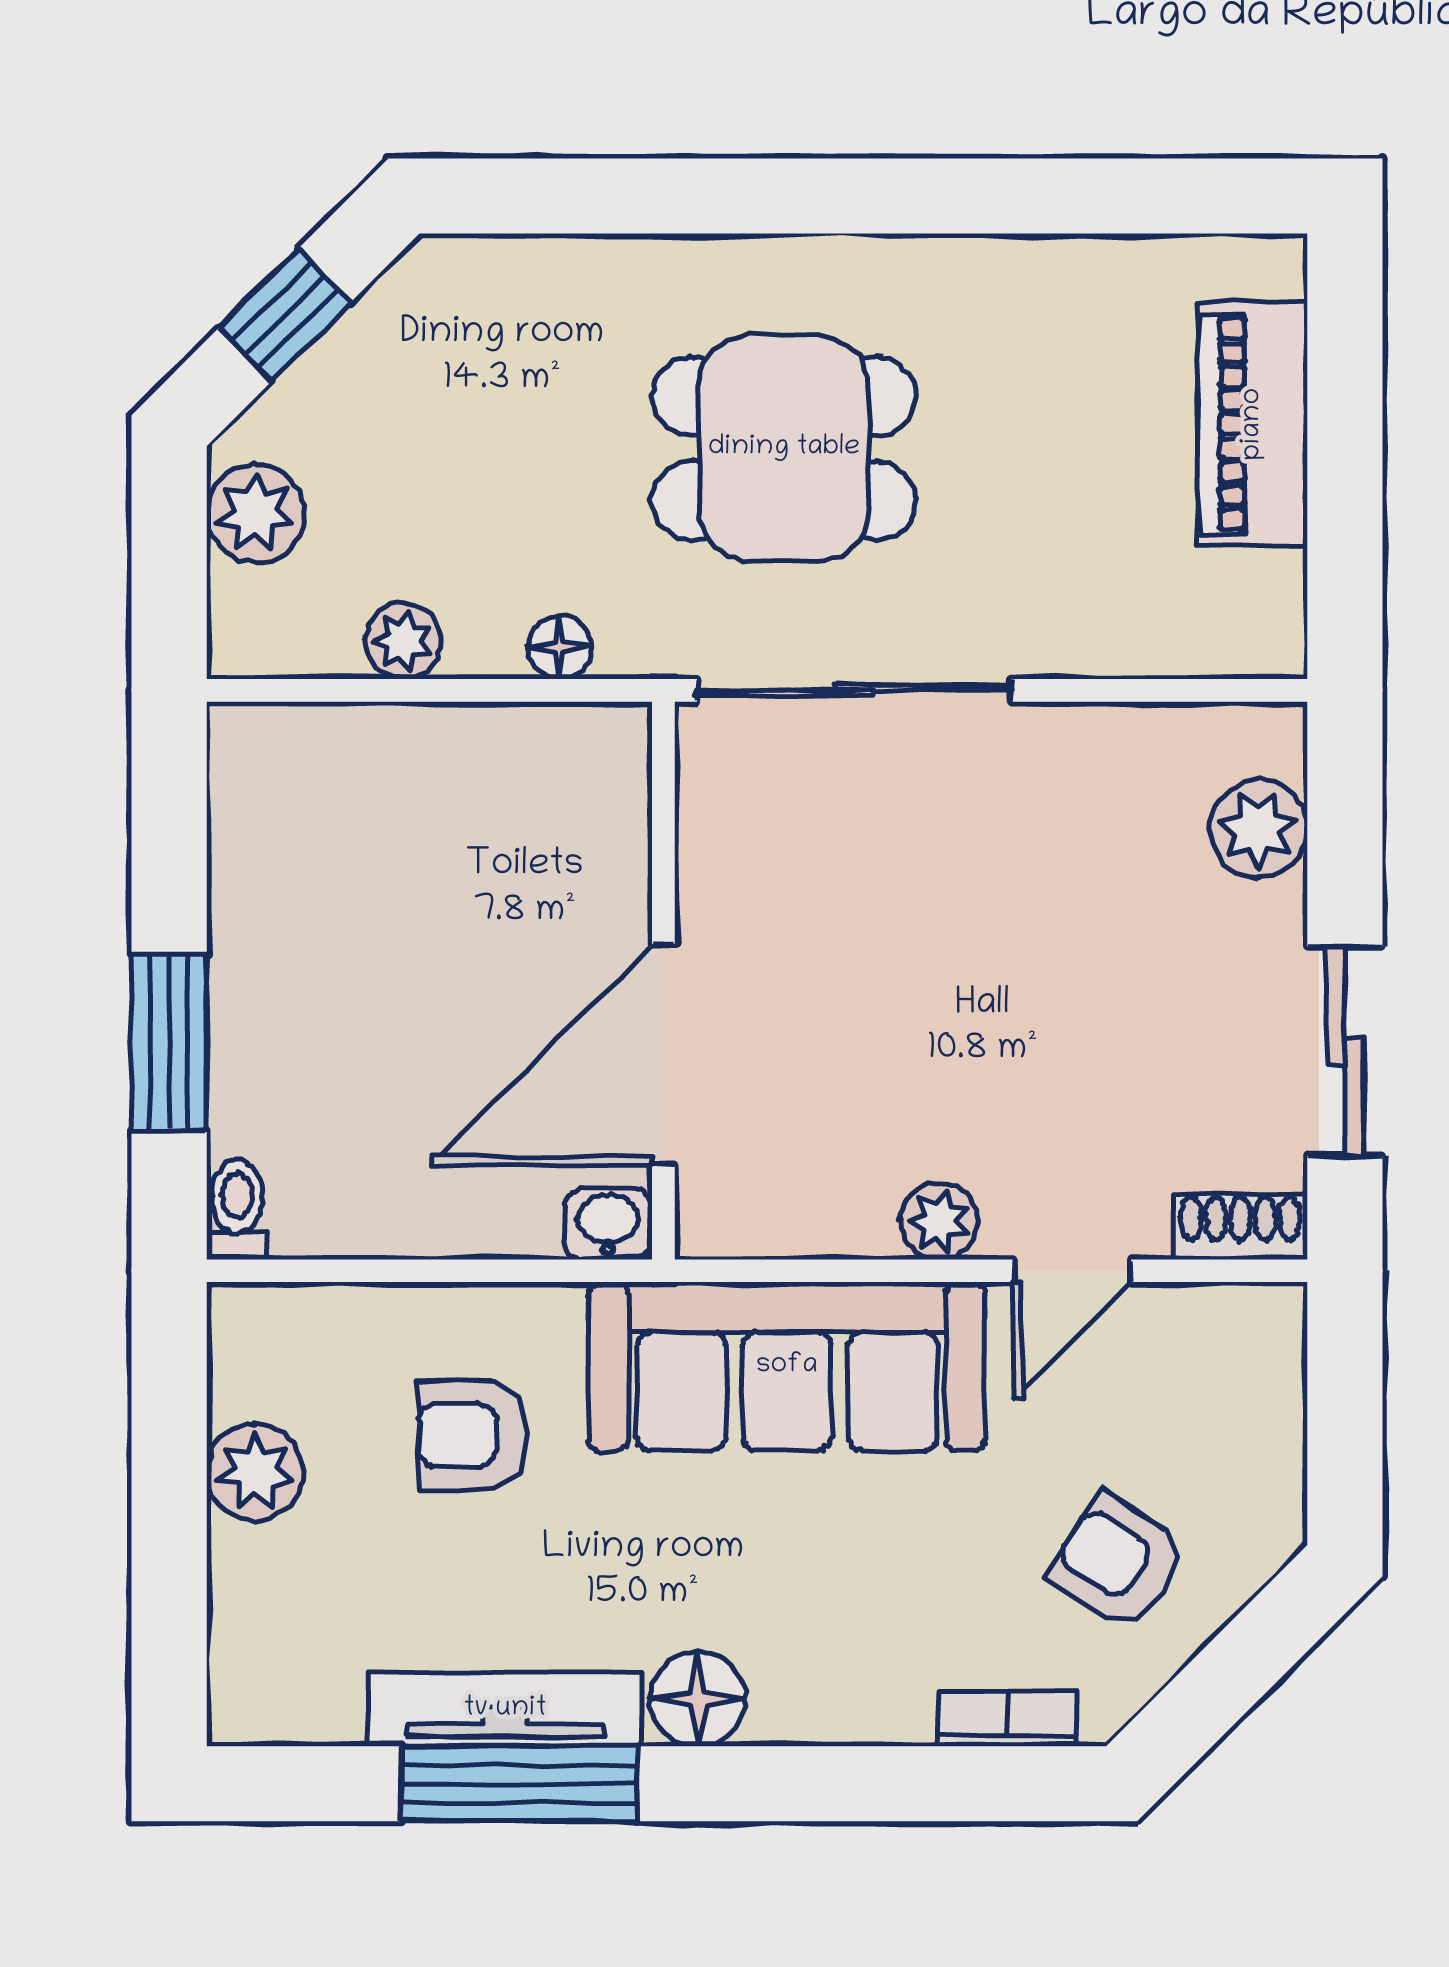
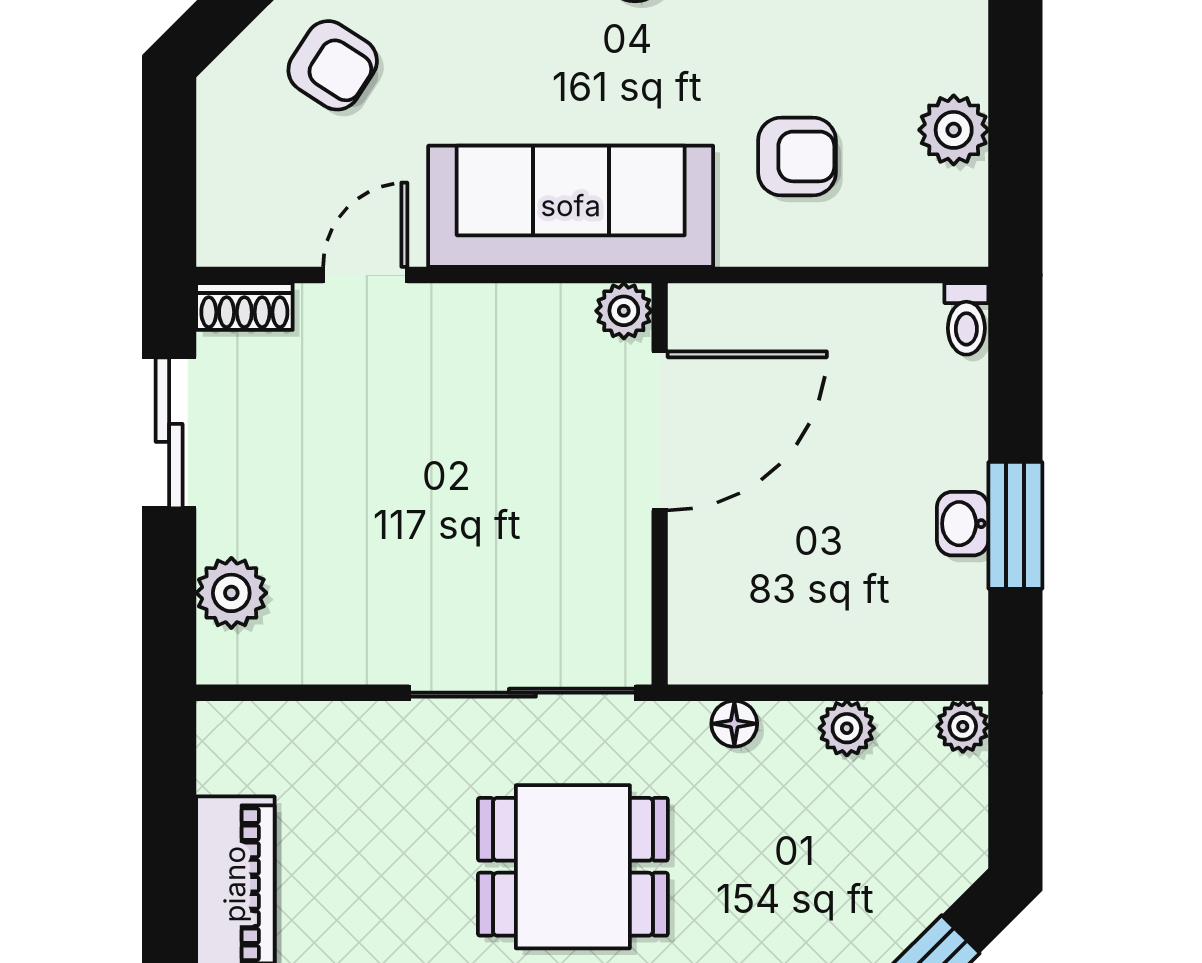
plant: (256, 513) -> (963, 726), moved, width x0.73, depth x0.73
window: (169, 1043) -> (1015, 525), moved
plant: (939, 1221) -> (624, 311), moved
washbasin: (608, 1224) -> (963, 524), moved, turned 90

